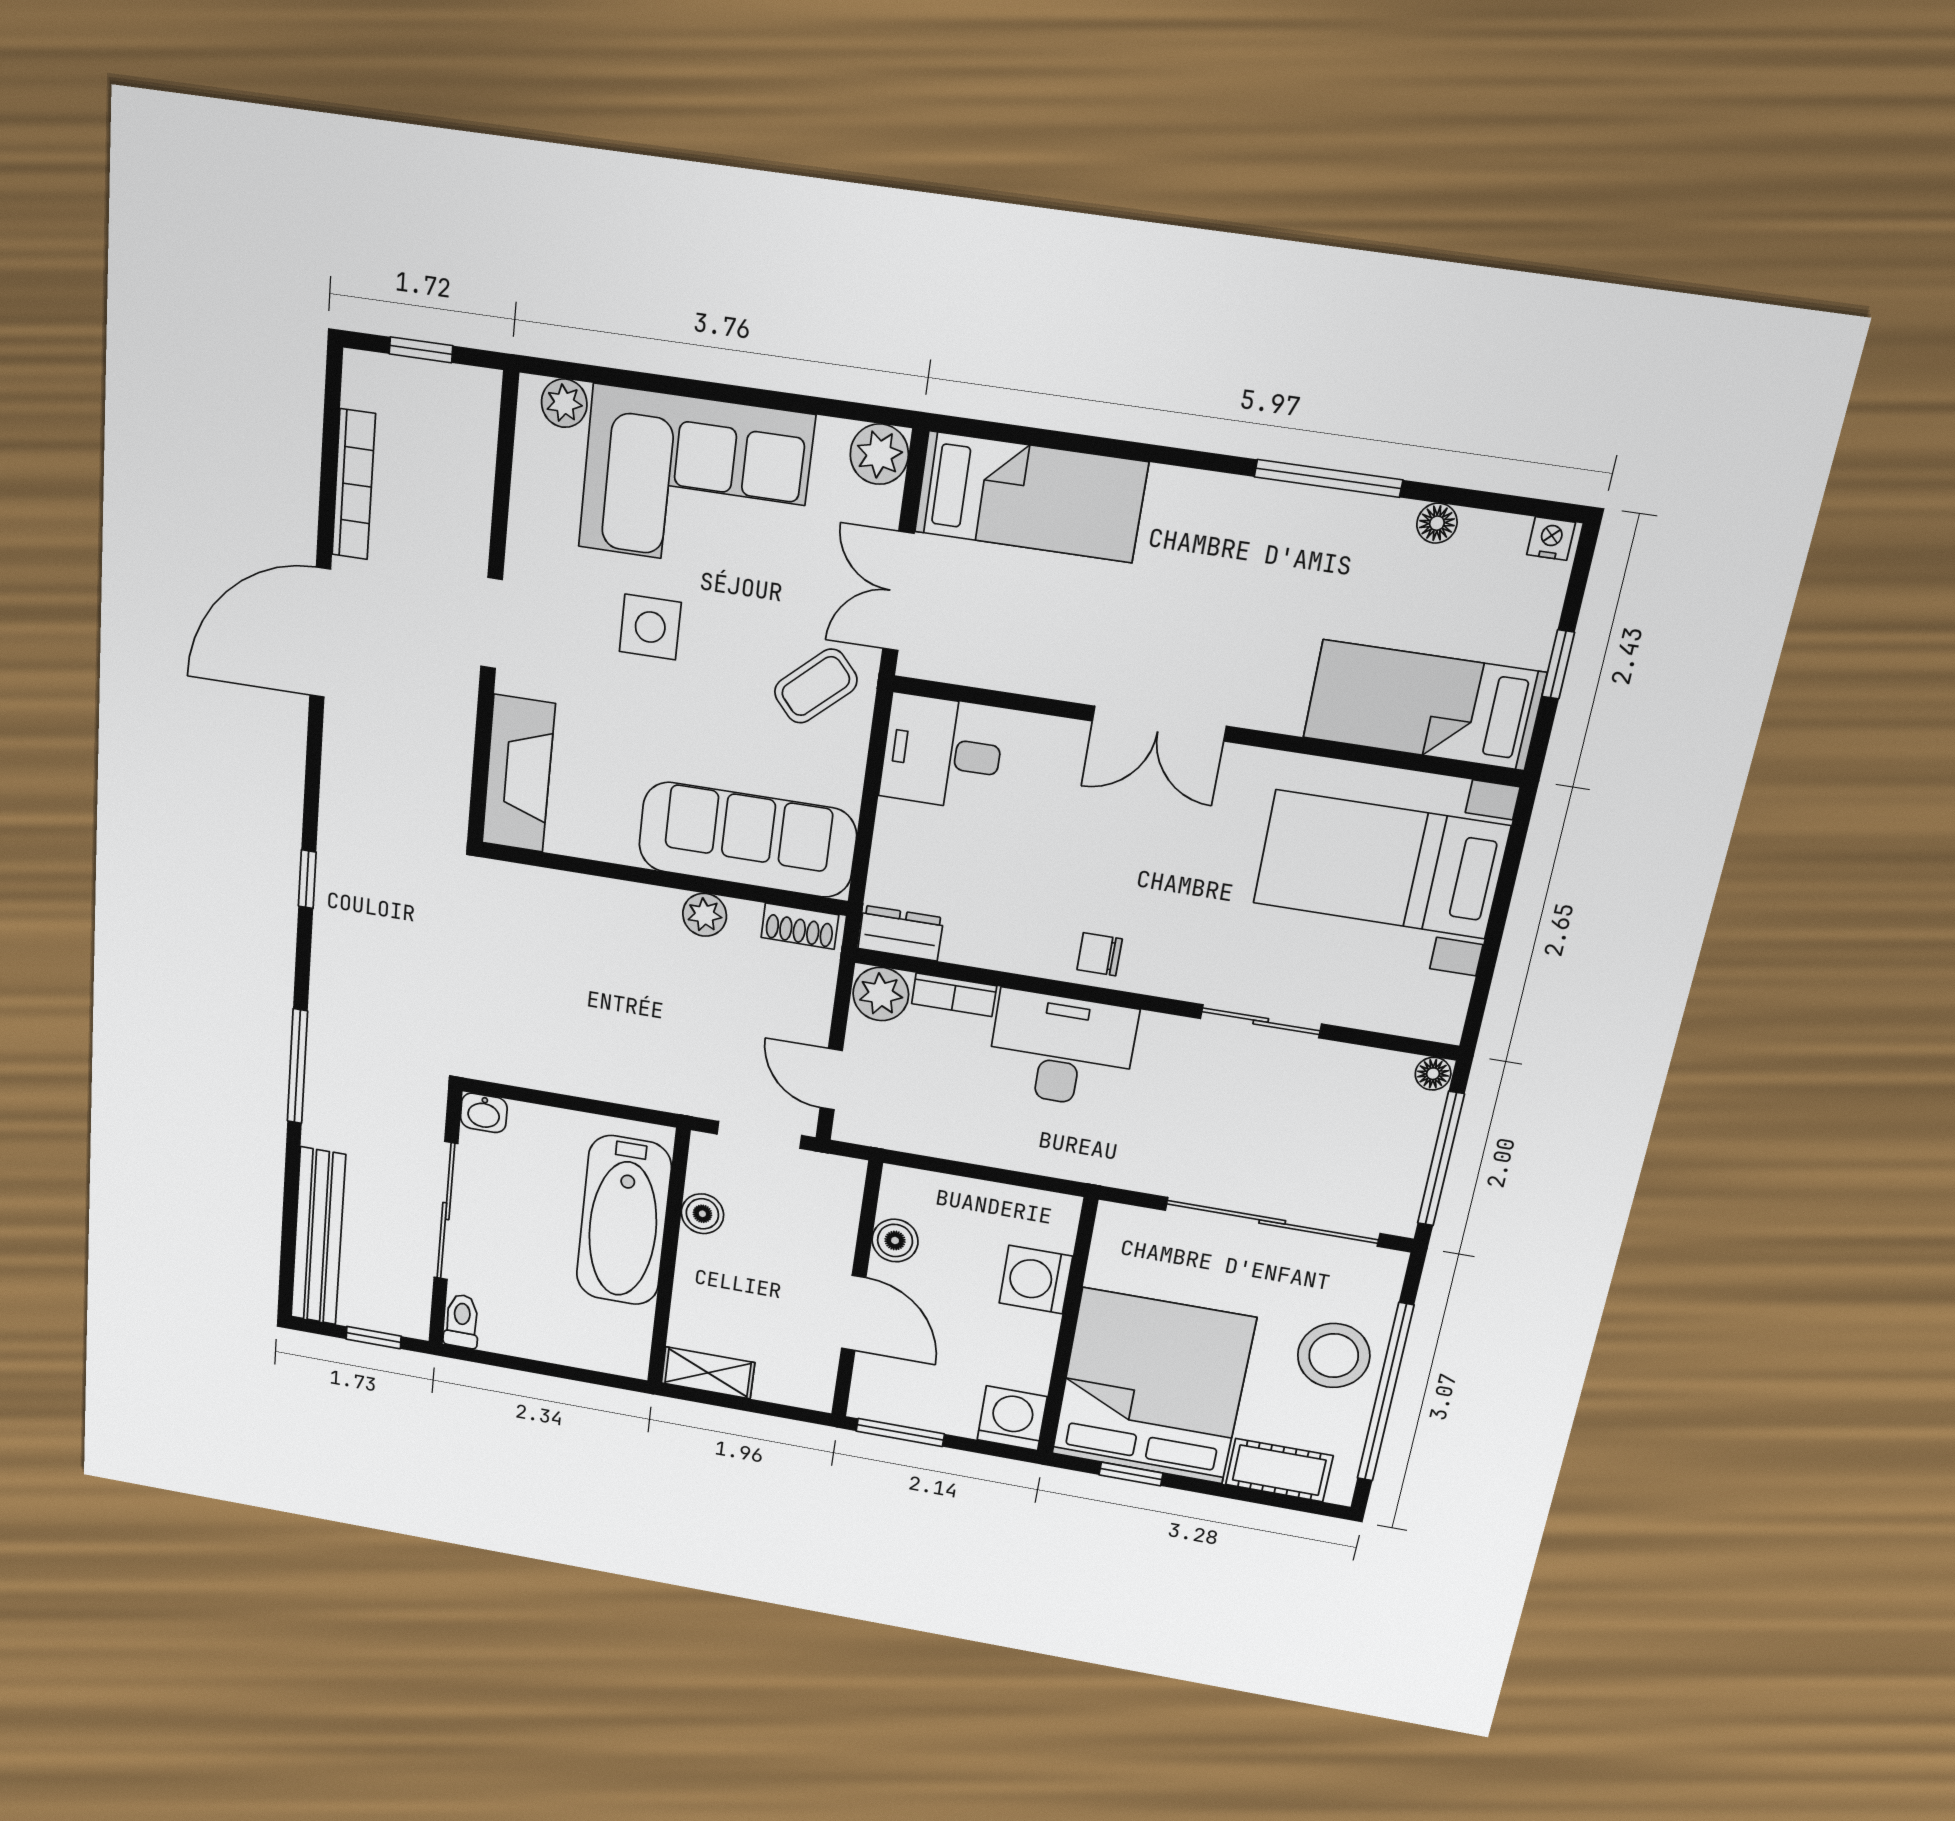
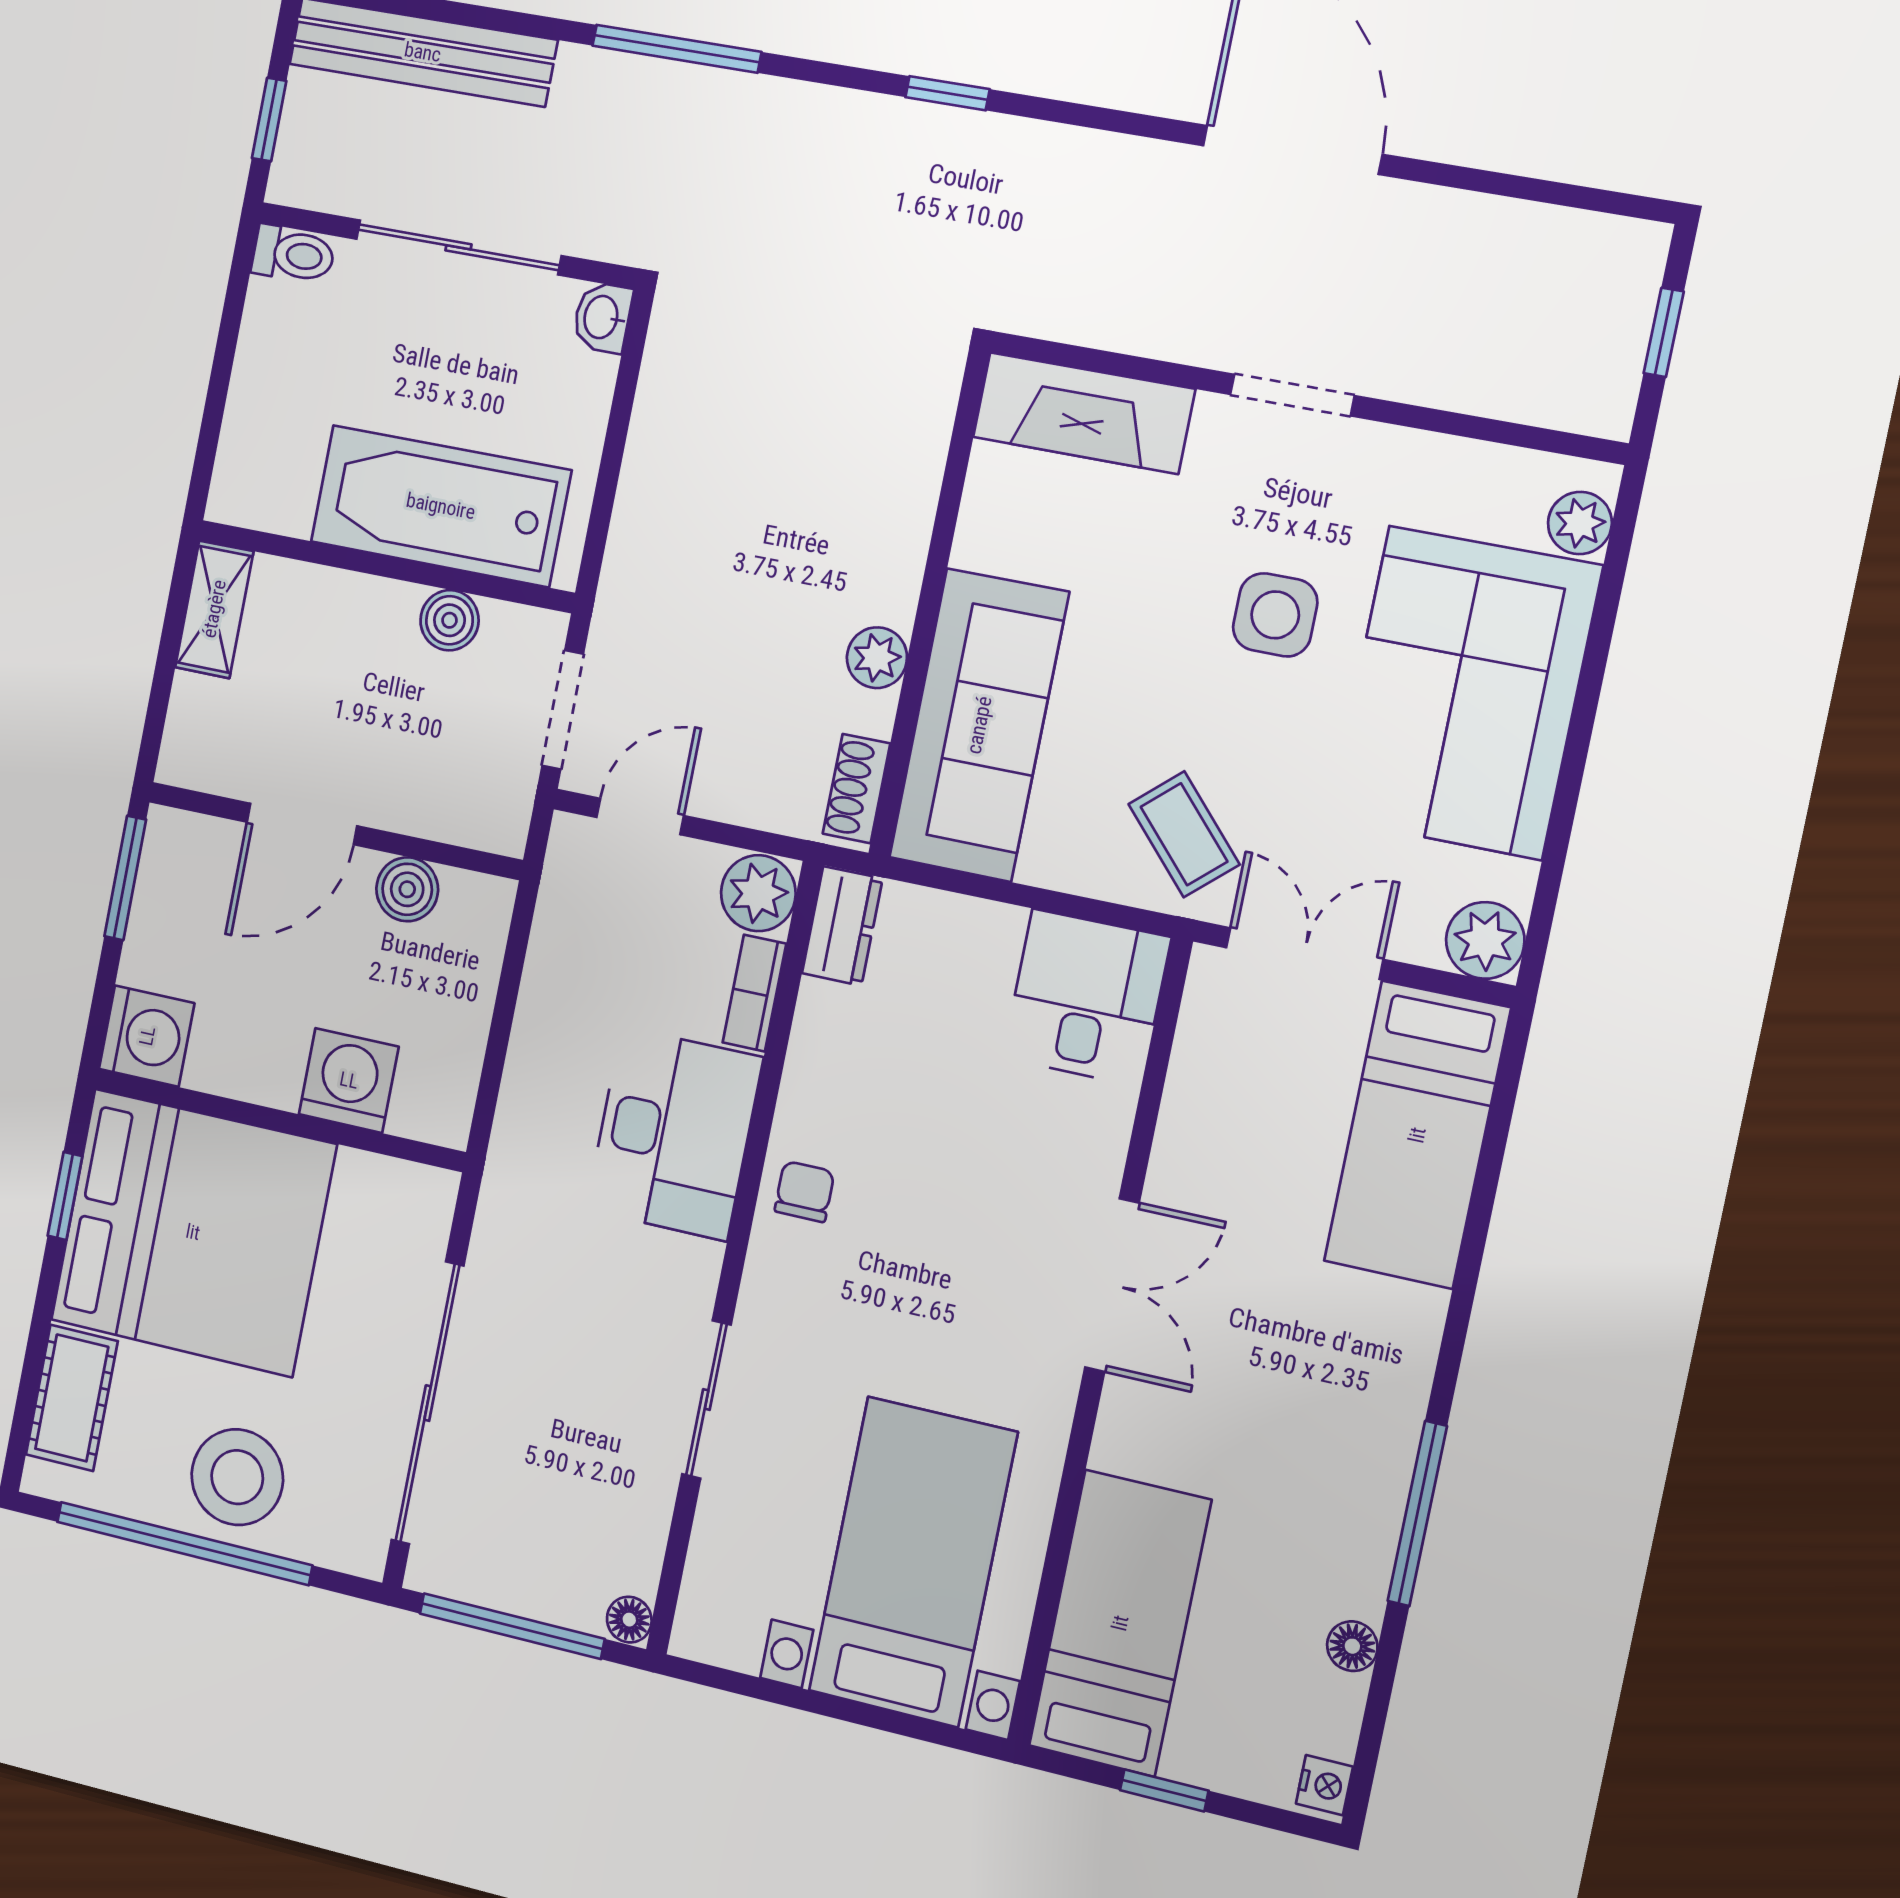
bookcase: (354, 485) -> (1491, 219), removed
double door: (1159, 724) -> (1112, 1285), swing flipped

